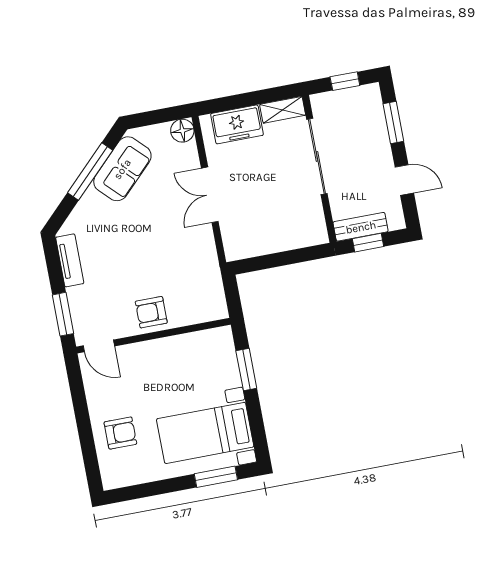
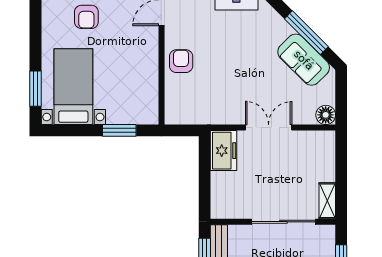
freezer: (237, 124) -> (224, 151), moved, turned 180

